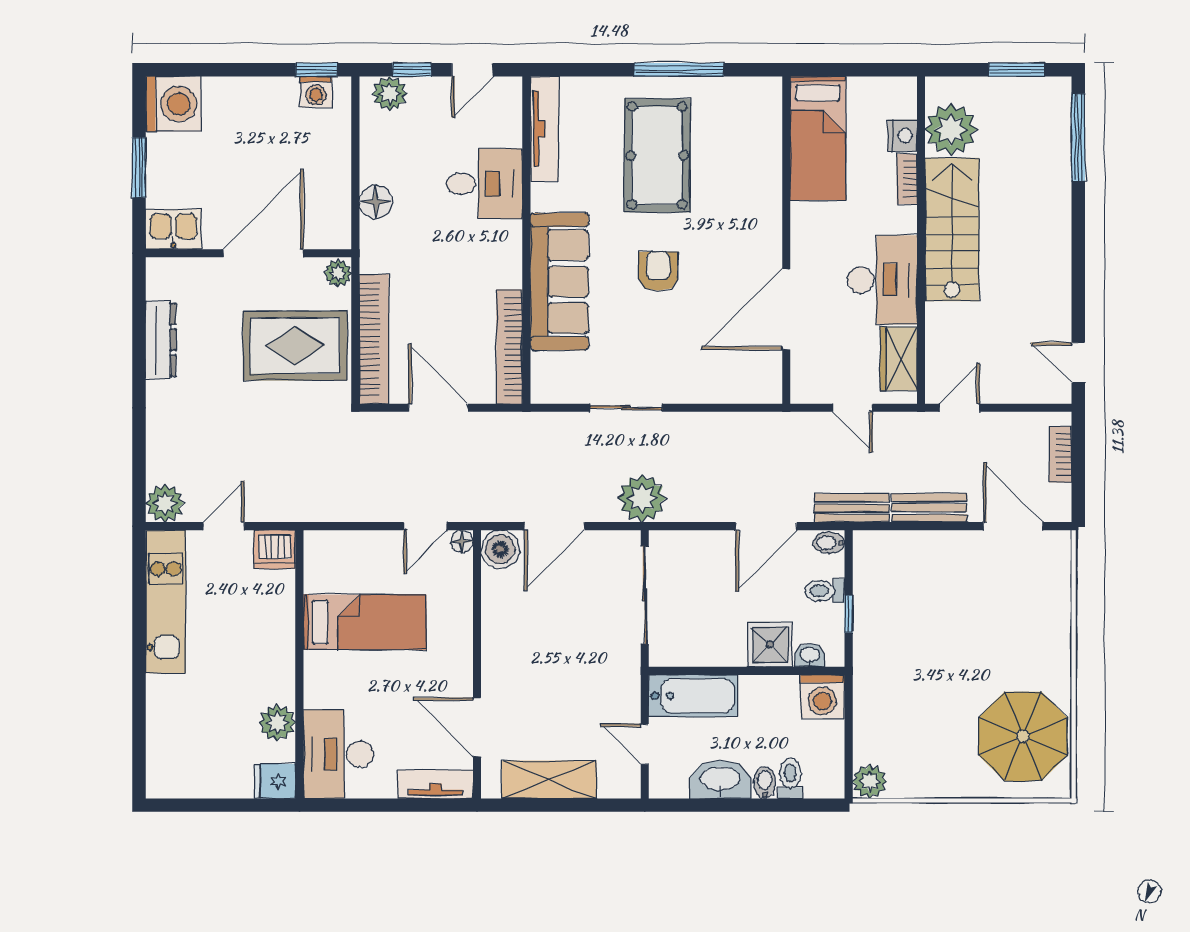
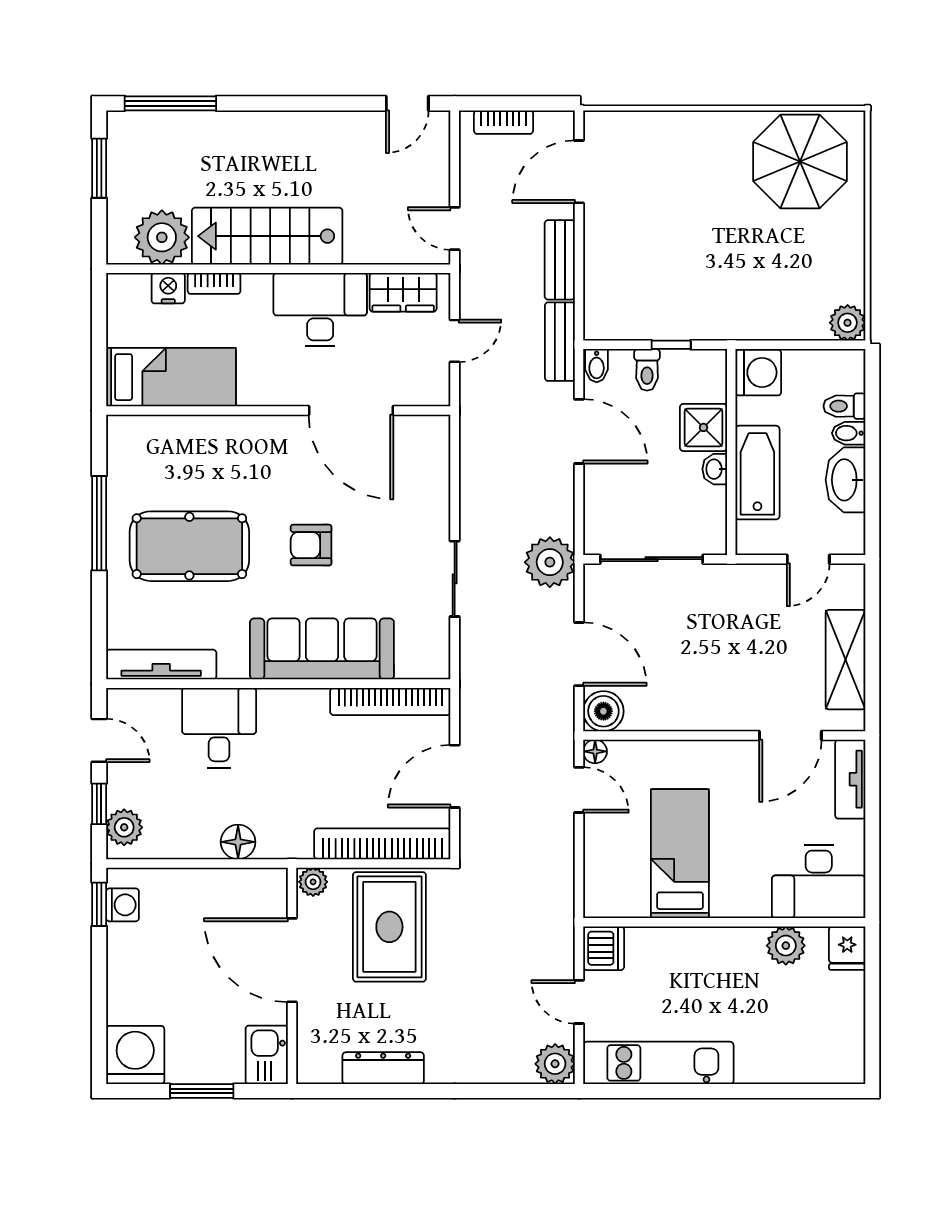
washbasin: (810, 655) -> (715, 469), moved
bathtub: (693, 696) -> (757, 473), moved

